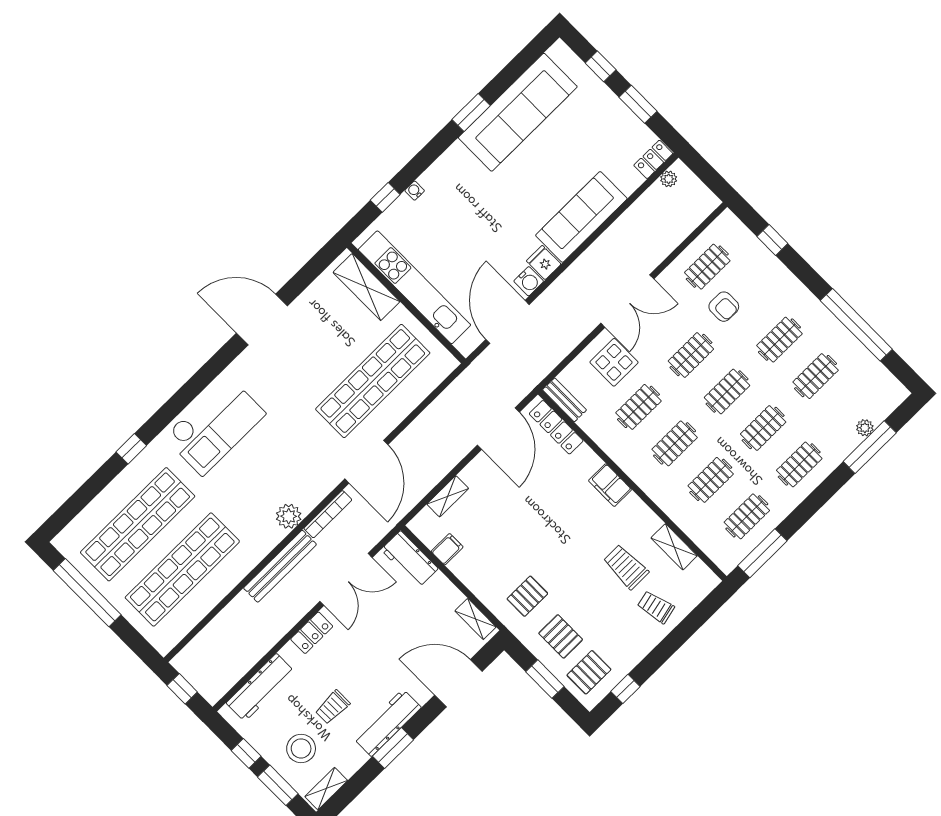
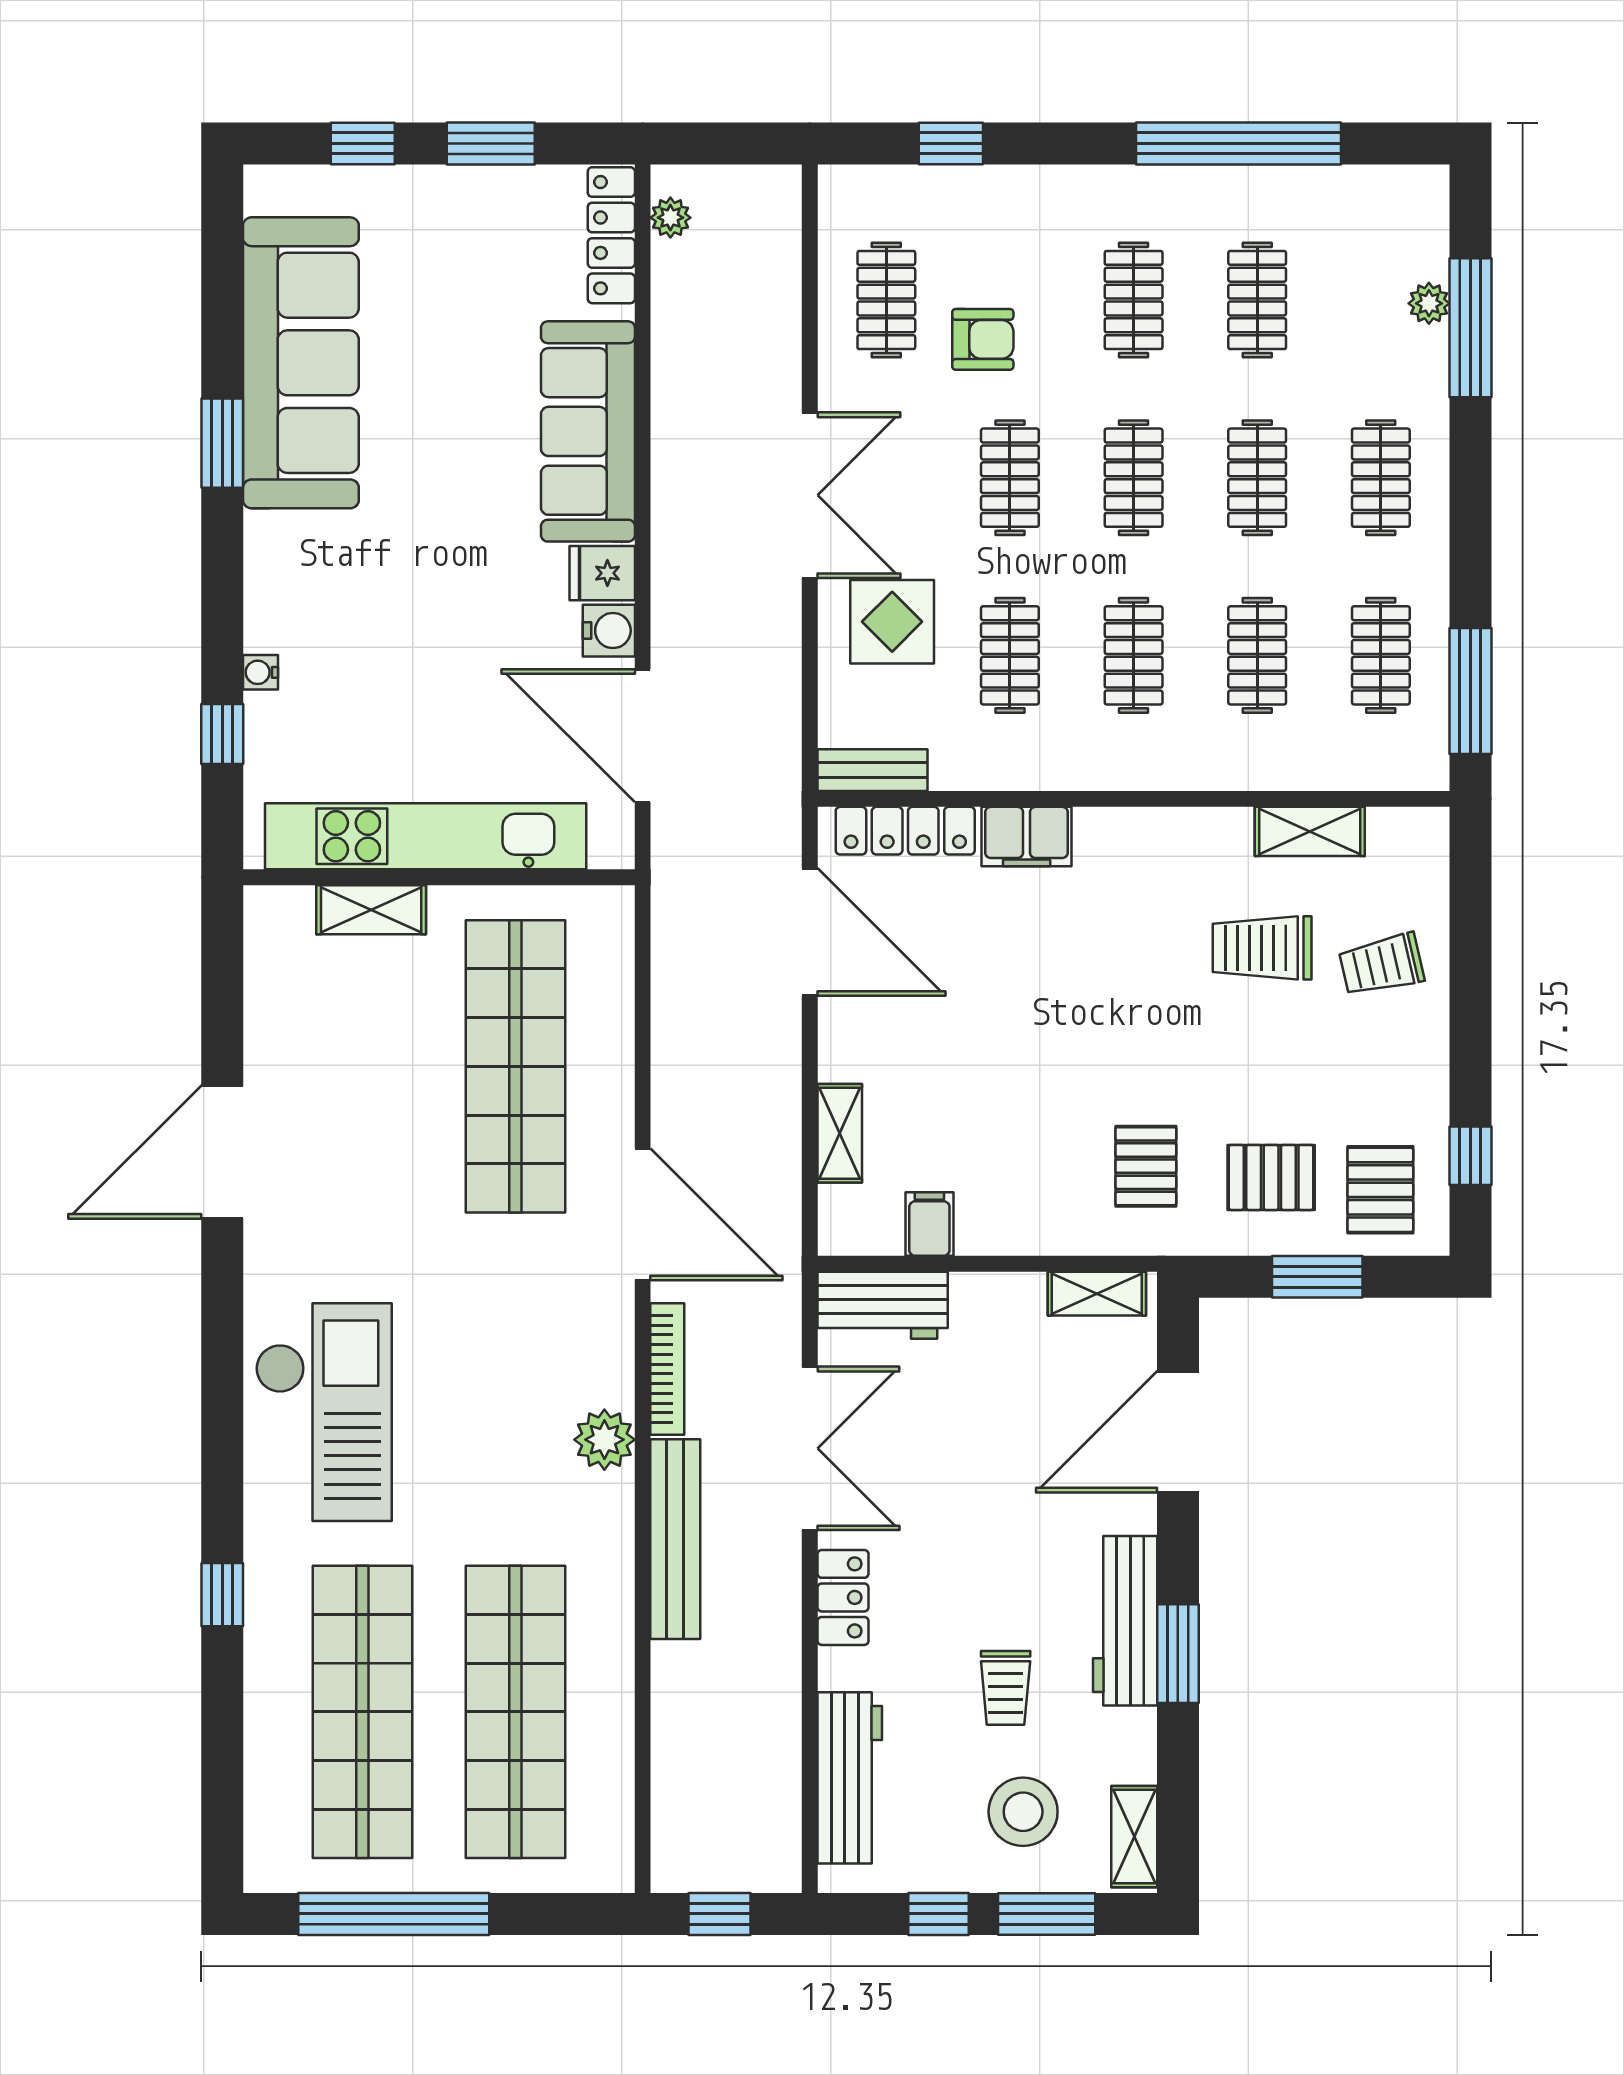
locker: (653, 159) -> (611, 235), width x1.53
shelving: (366, 287) -> (371, 910), width x0.67, depth x0.75
filing cabinet: (610, 485) -> (1027, 837), moved

